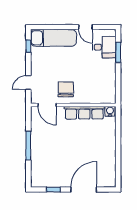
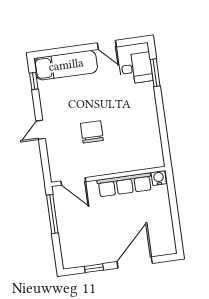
door: (47, 105) -> (73, 181), moved
wall: (73, 105) -> (108, 176), moved
water cooler: (110, 111) -> (159, 178), moved
row of seats: (84, 113) -> (125, 185), moved

